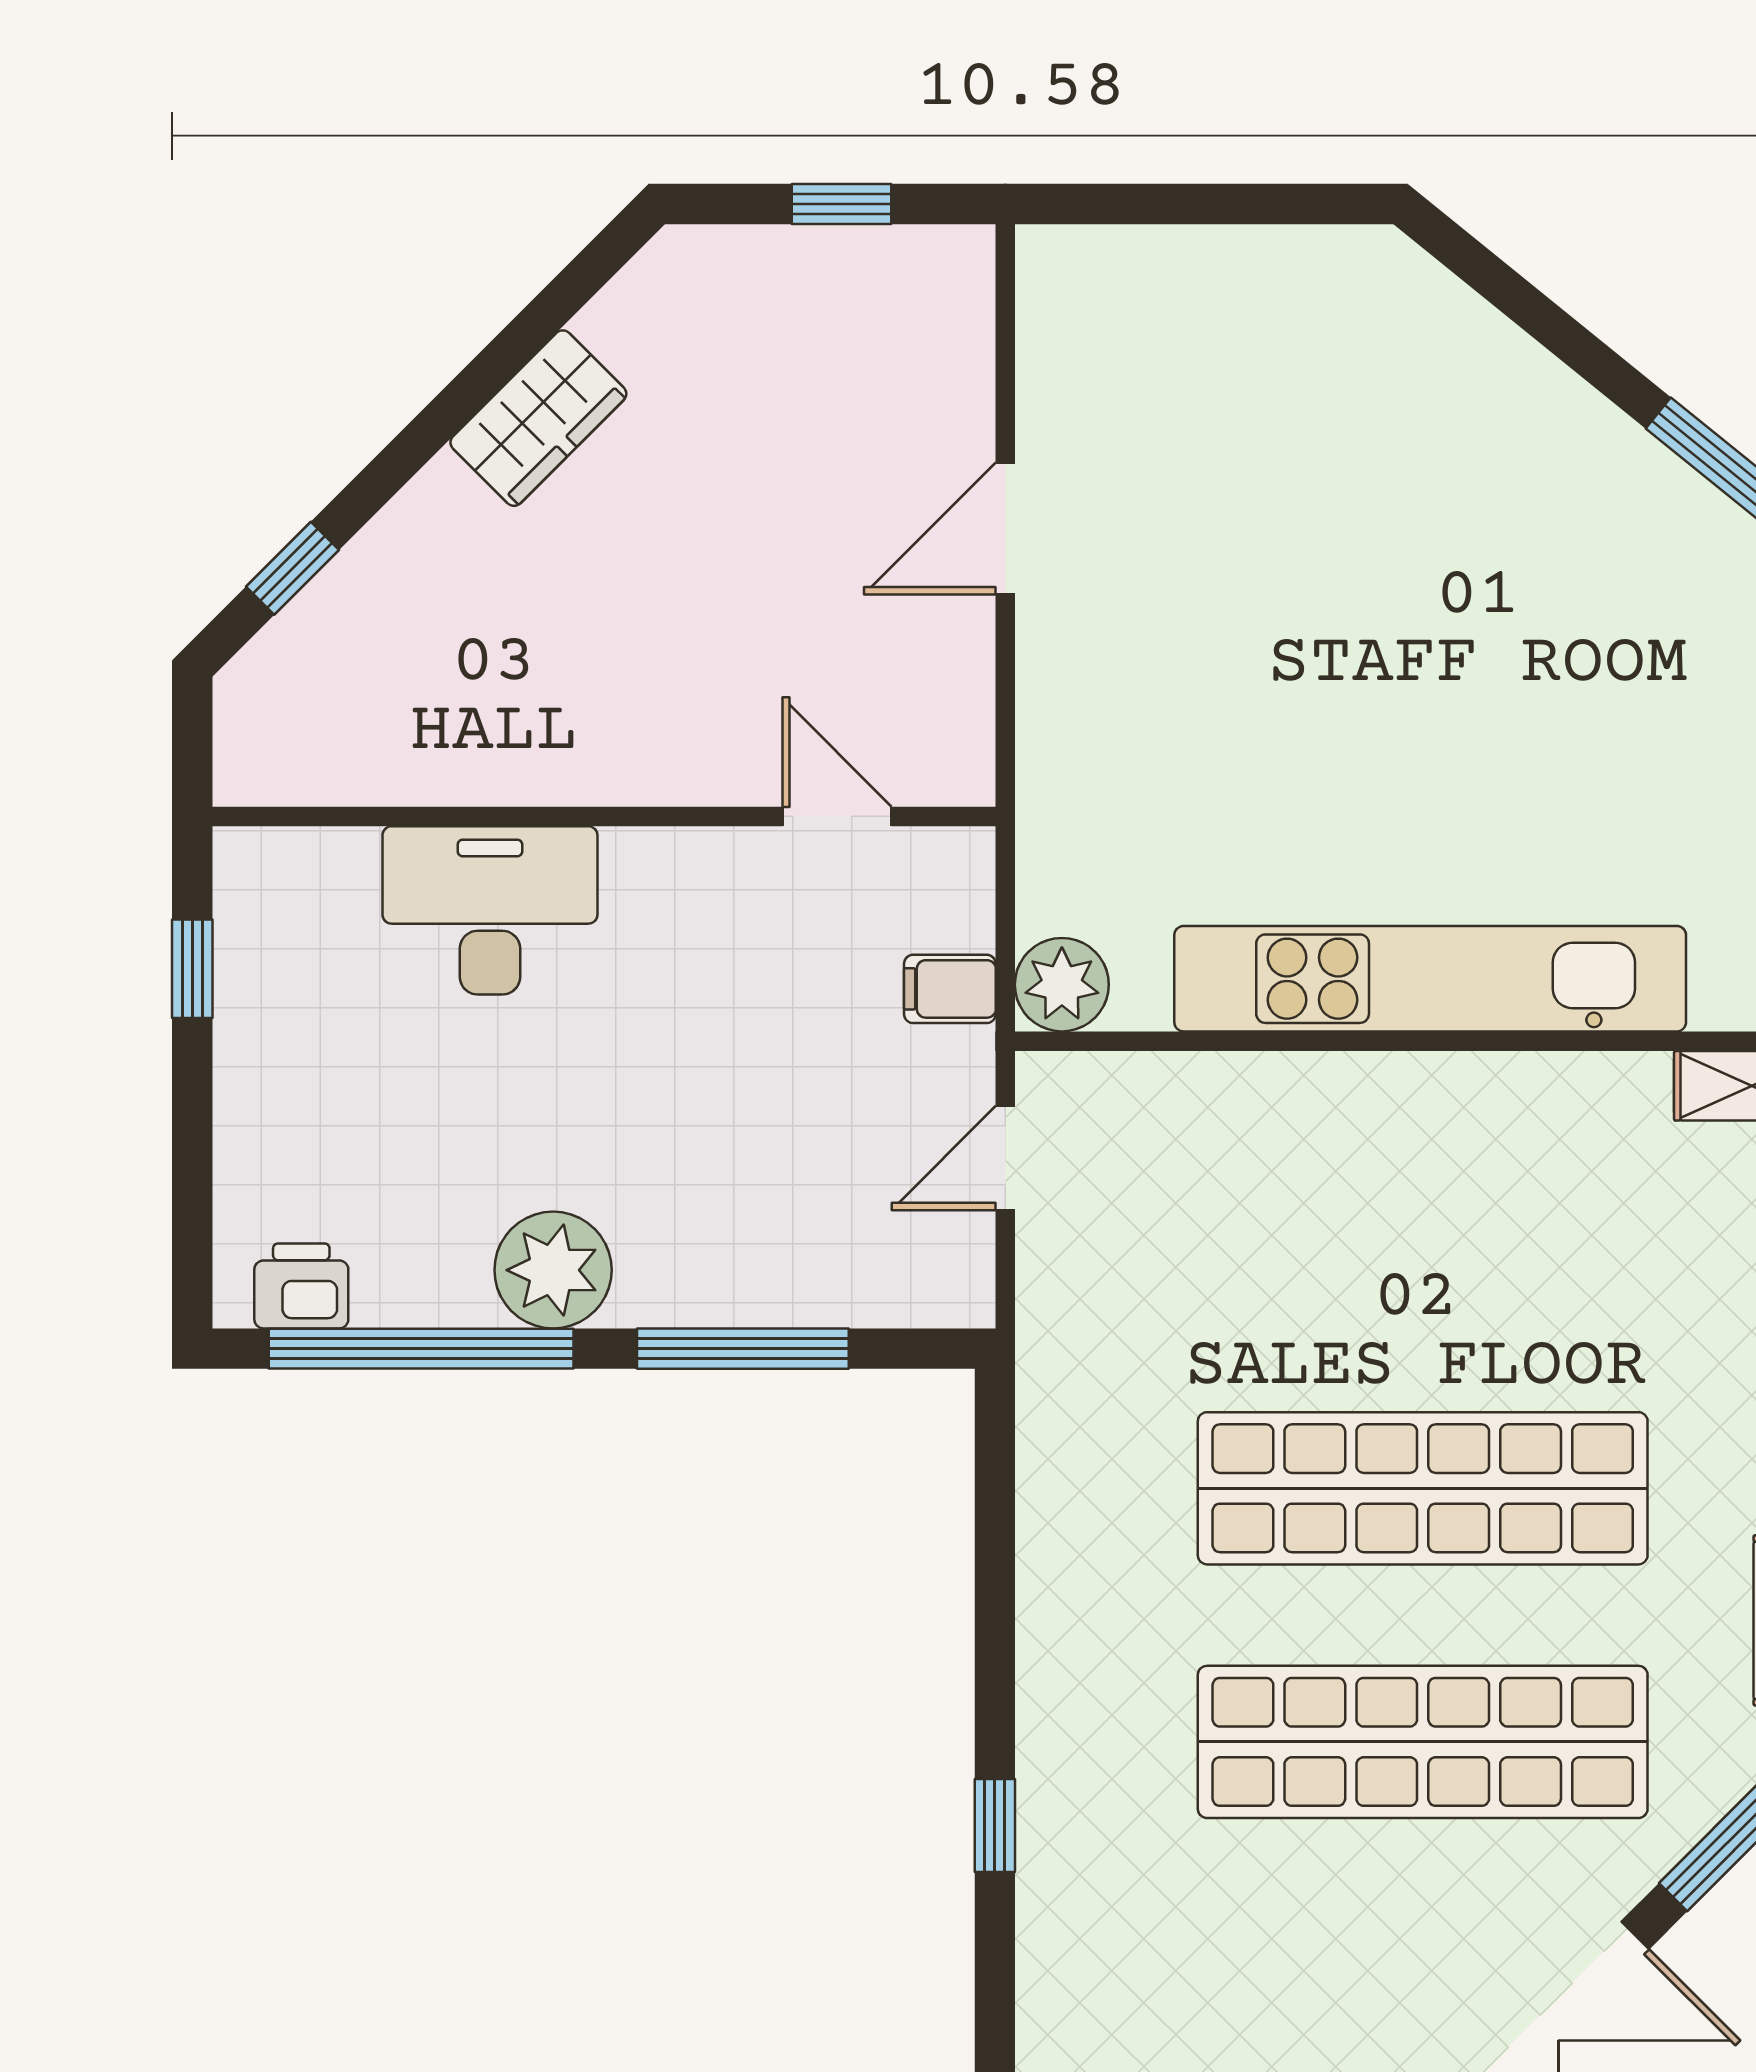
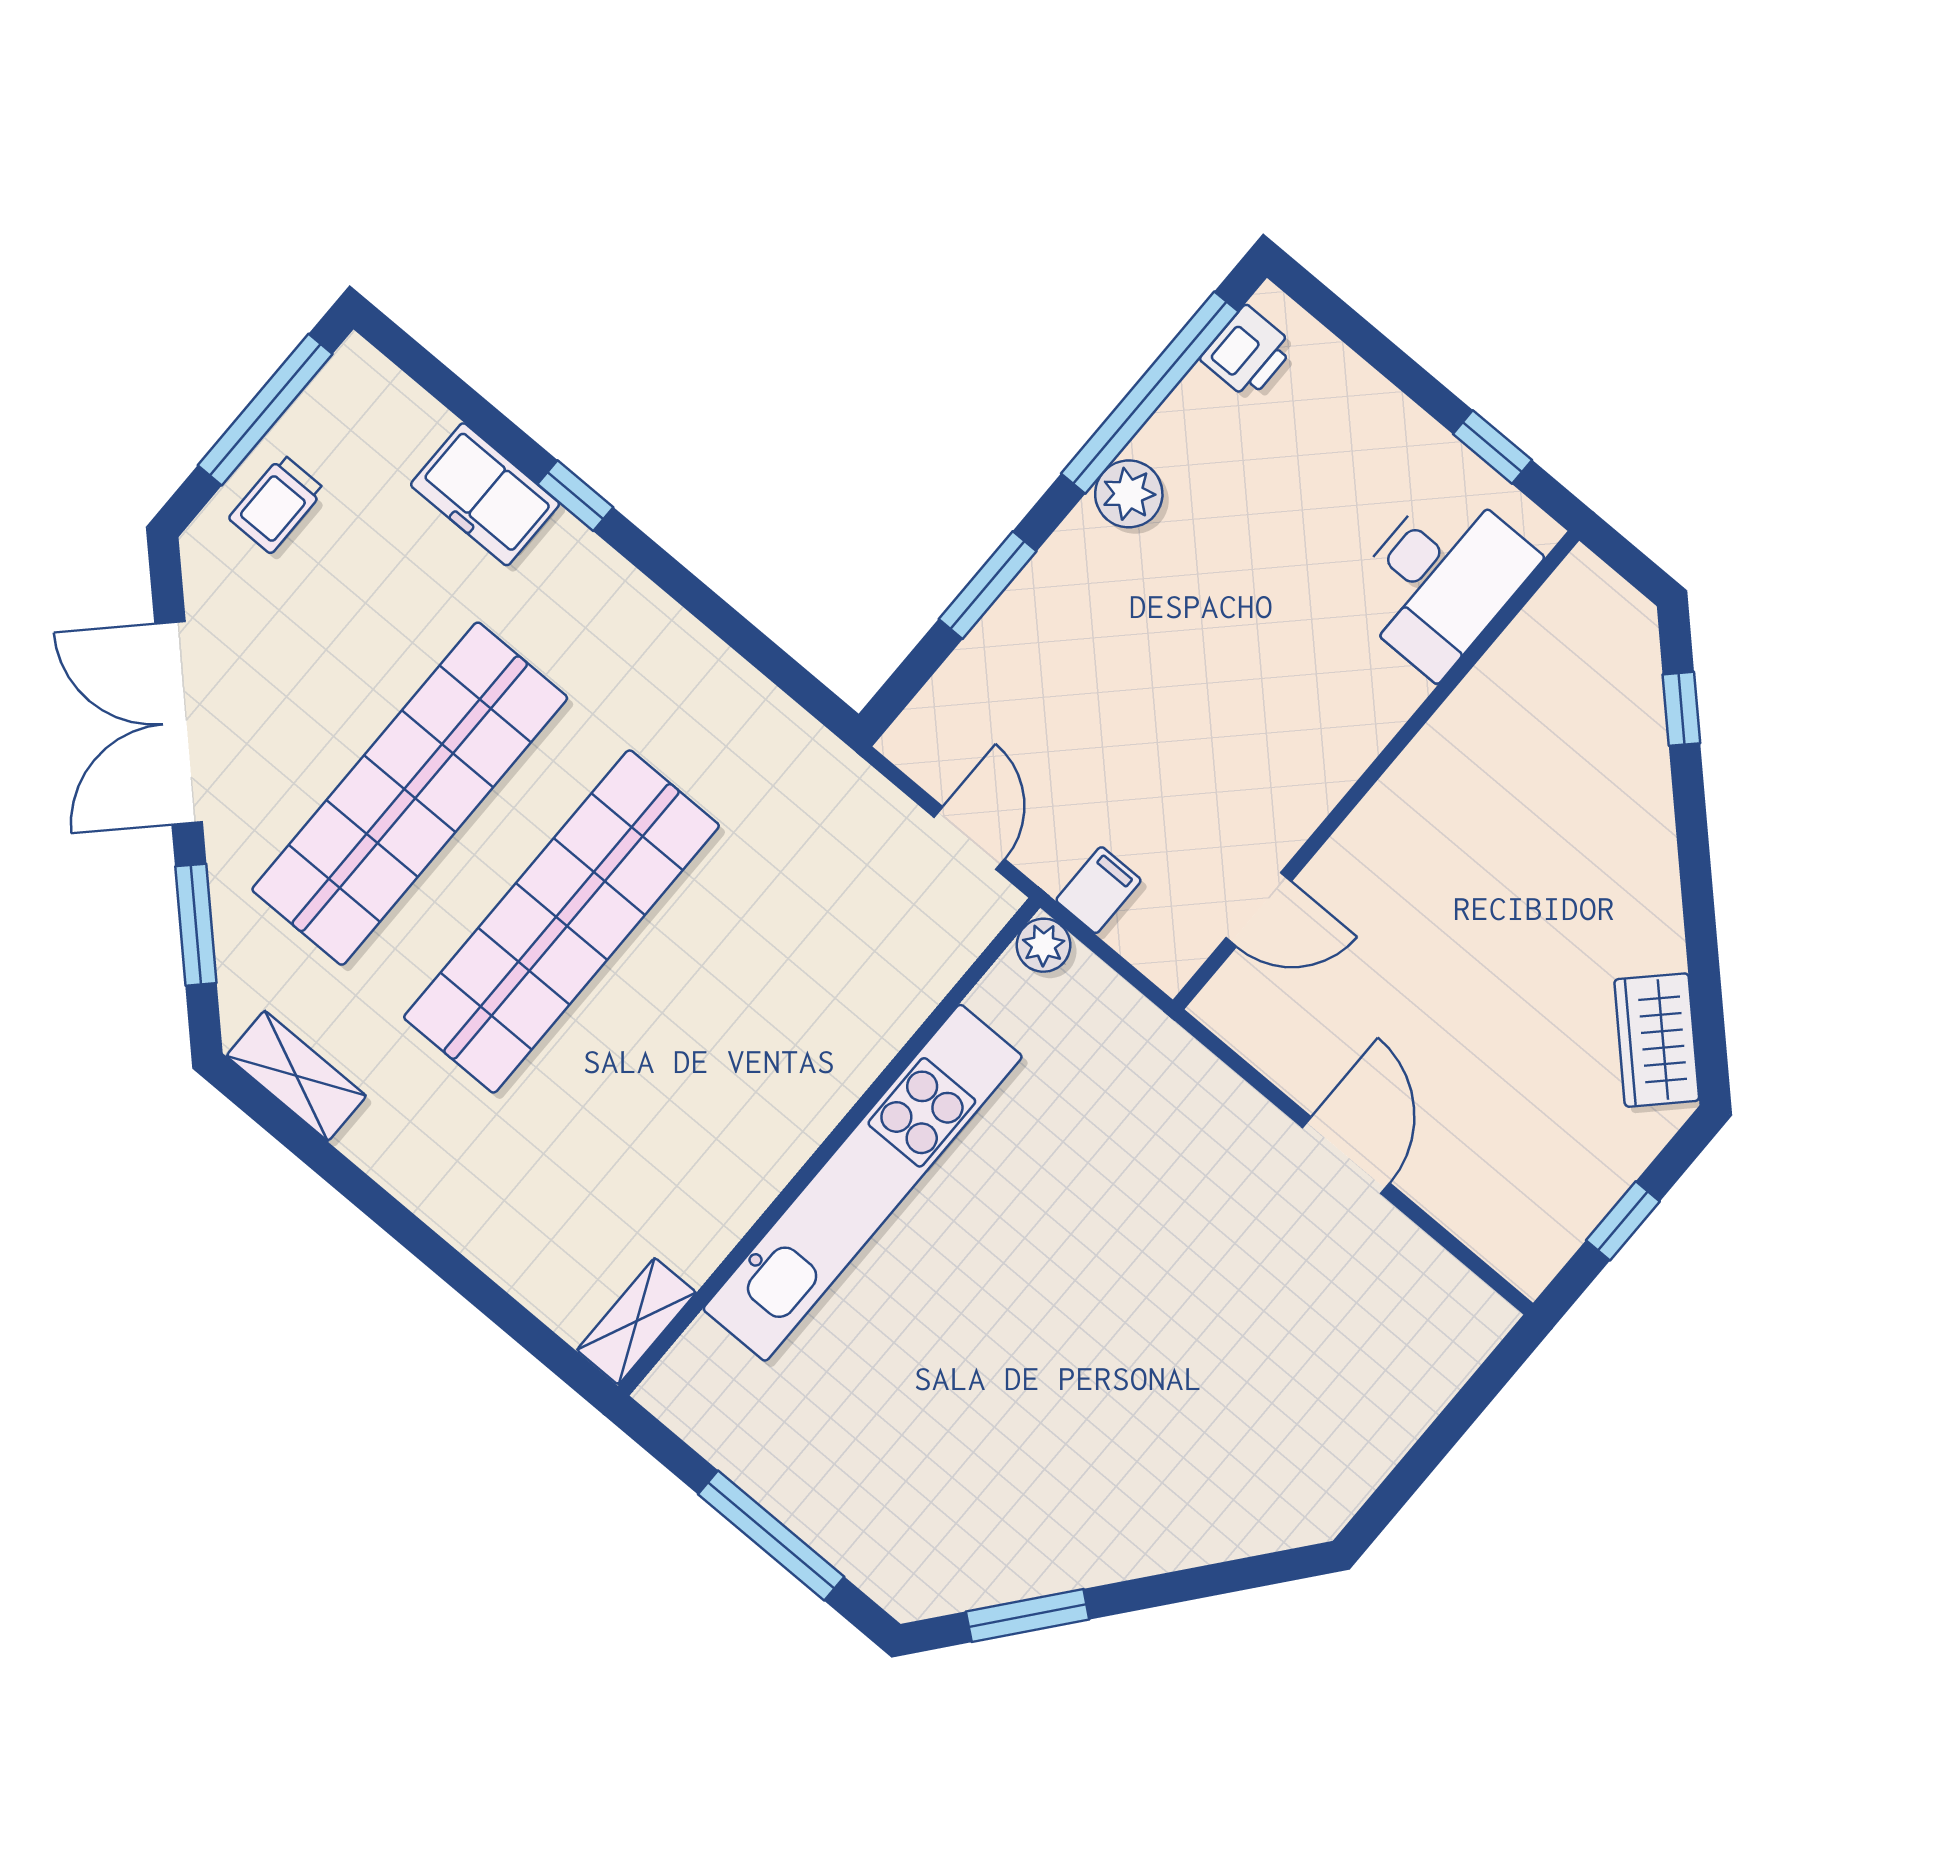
wardrobe: (538, 418) -> (1657, 1040), moved
desk: (490, 910) -> (1441, 579), moved
plant: (1062, 985) -> (1043, 945), width x0.73, depth x0.73
plant: (553, 1270) -> (1129, 494), width x0.73, depth x0.73
window: (743, 1349) -> (988, 585), width x0.69
freezer: (1068, 1915) -> (485, 494), added

